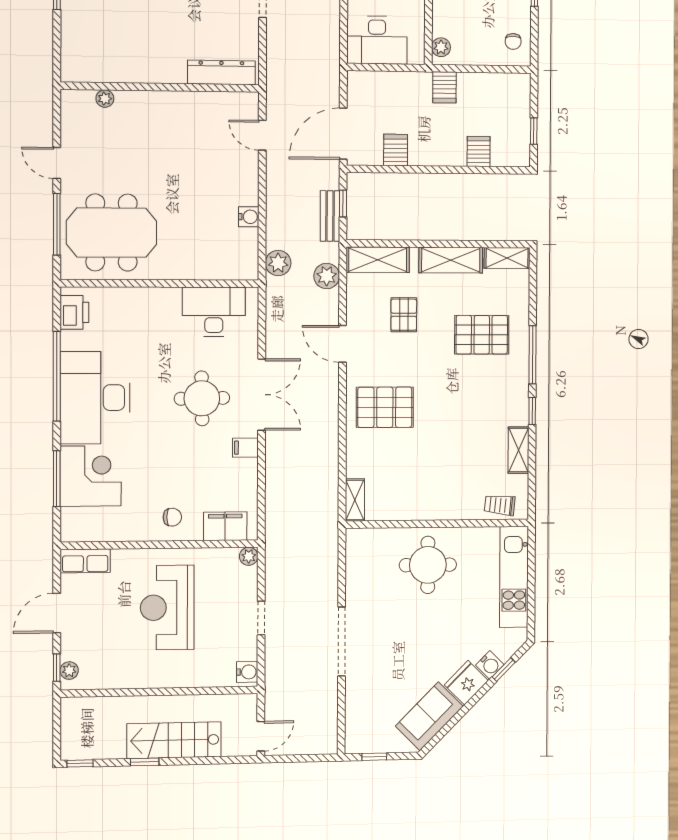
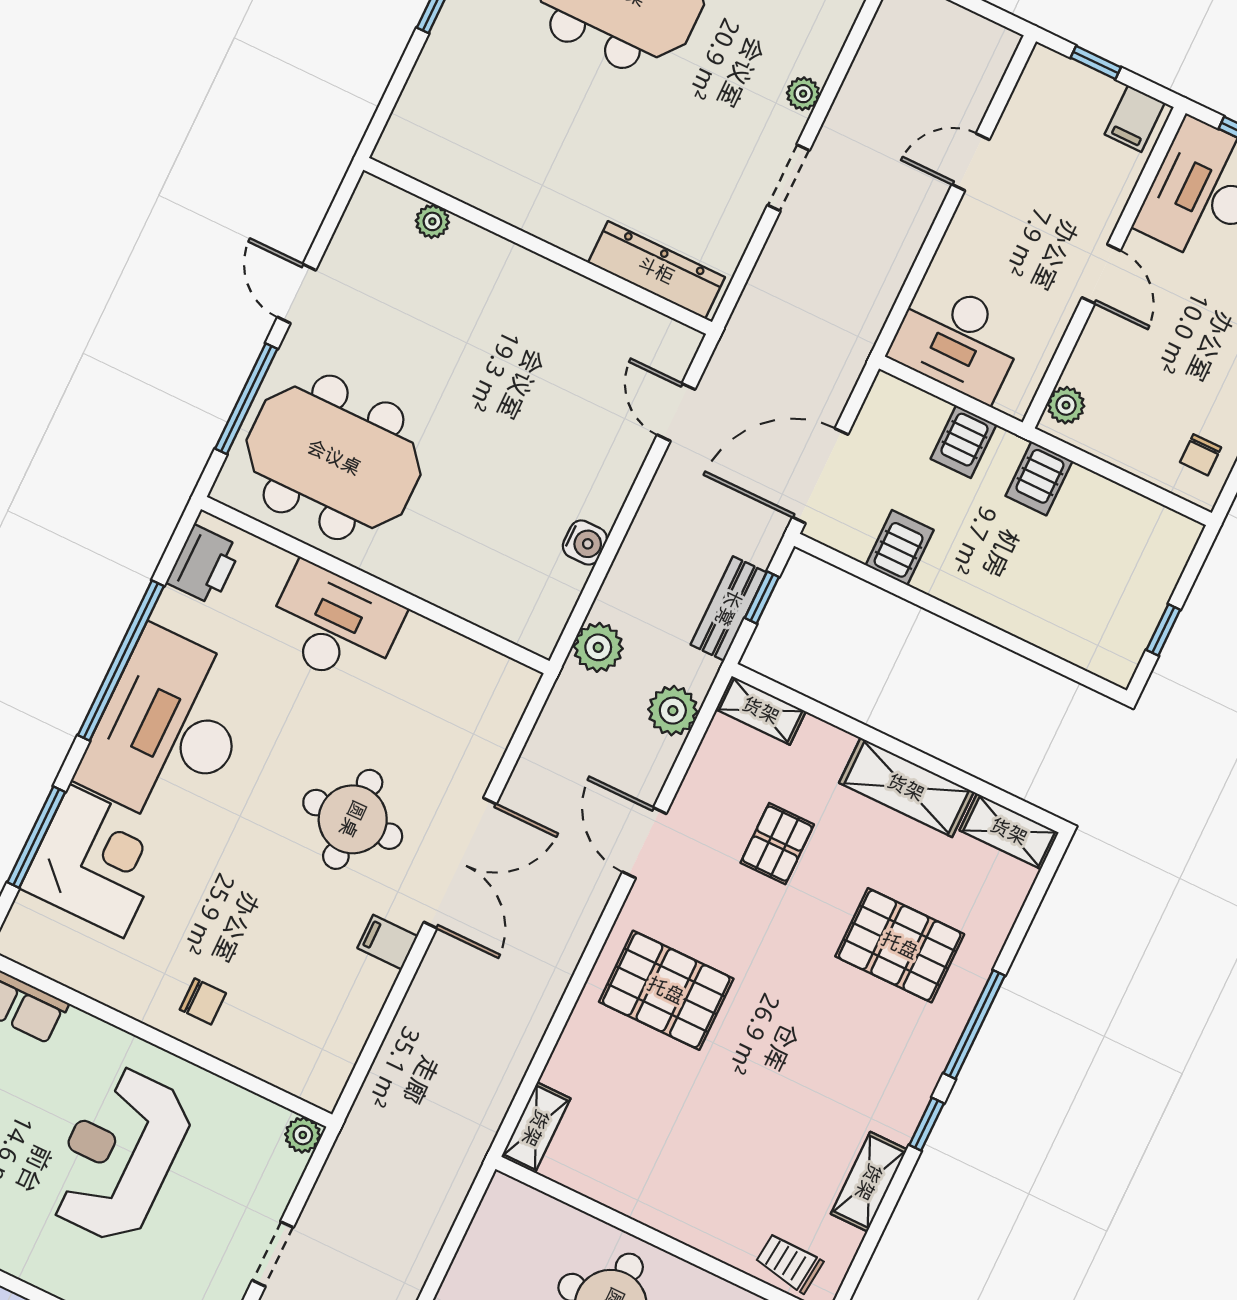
server rack: (479, 151) -> (963, 442), moved, turned 180
shelving: (378, 260) -> (761, 710), width x0.67, depth x0.75
desk: (214, 312) -> (334, 625), moved
filing cabinet: (225, 526) -> (287, 1062), removed

